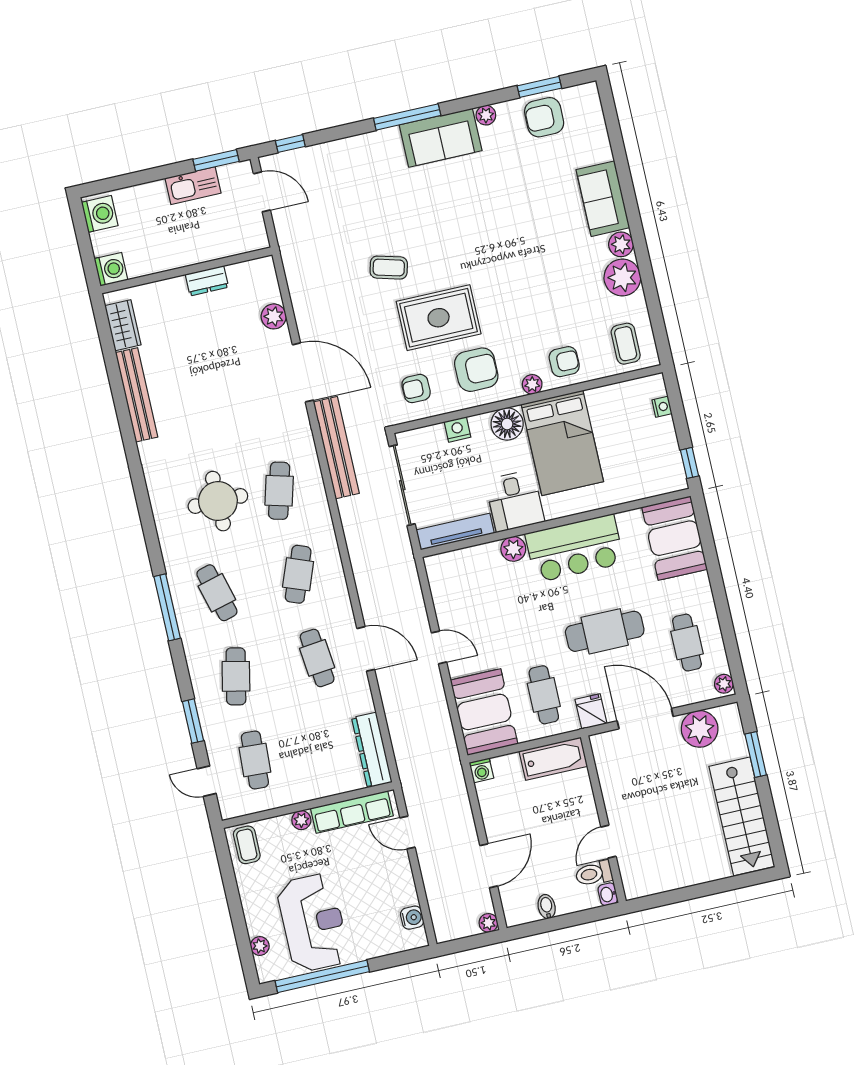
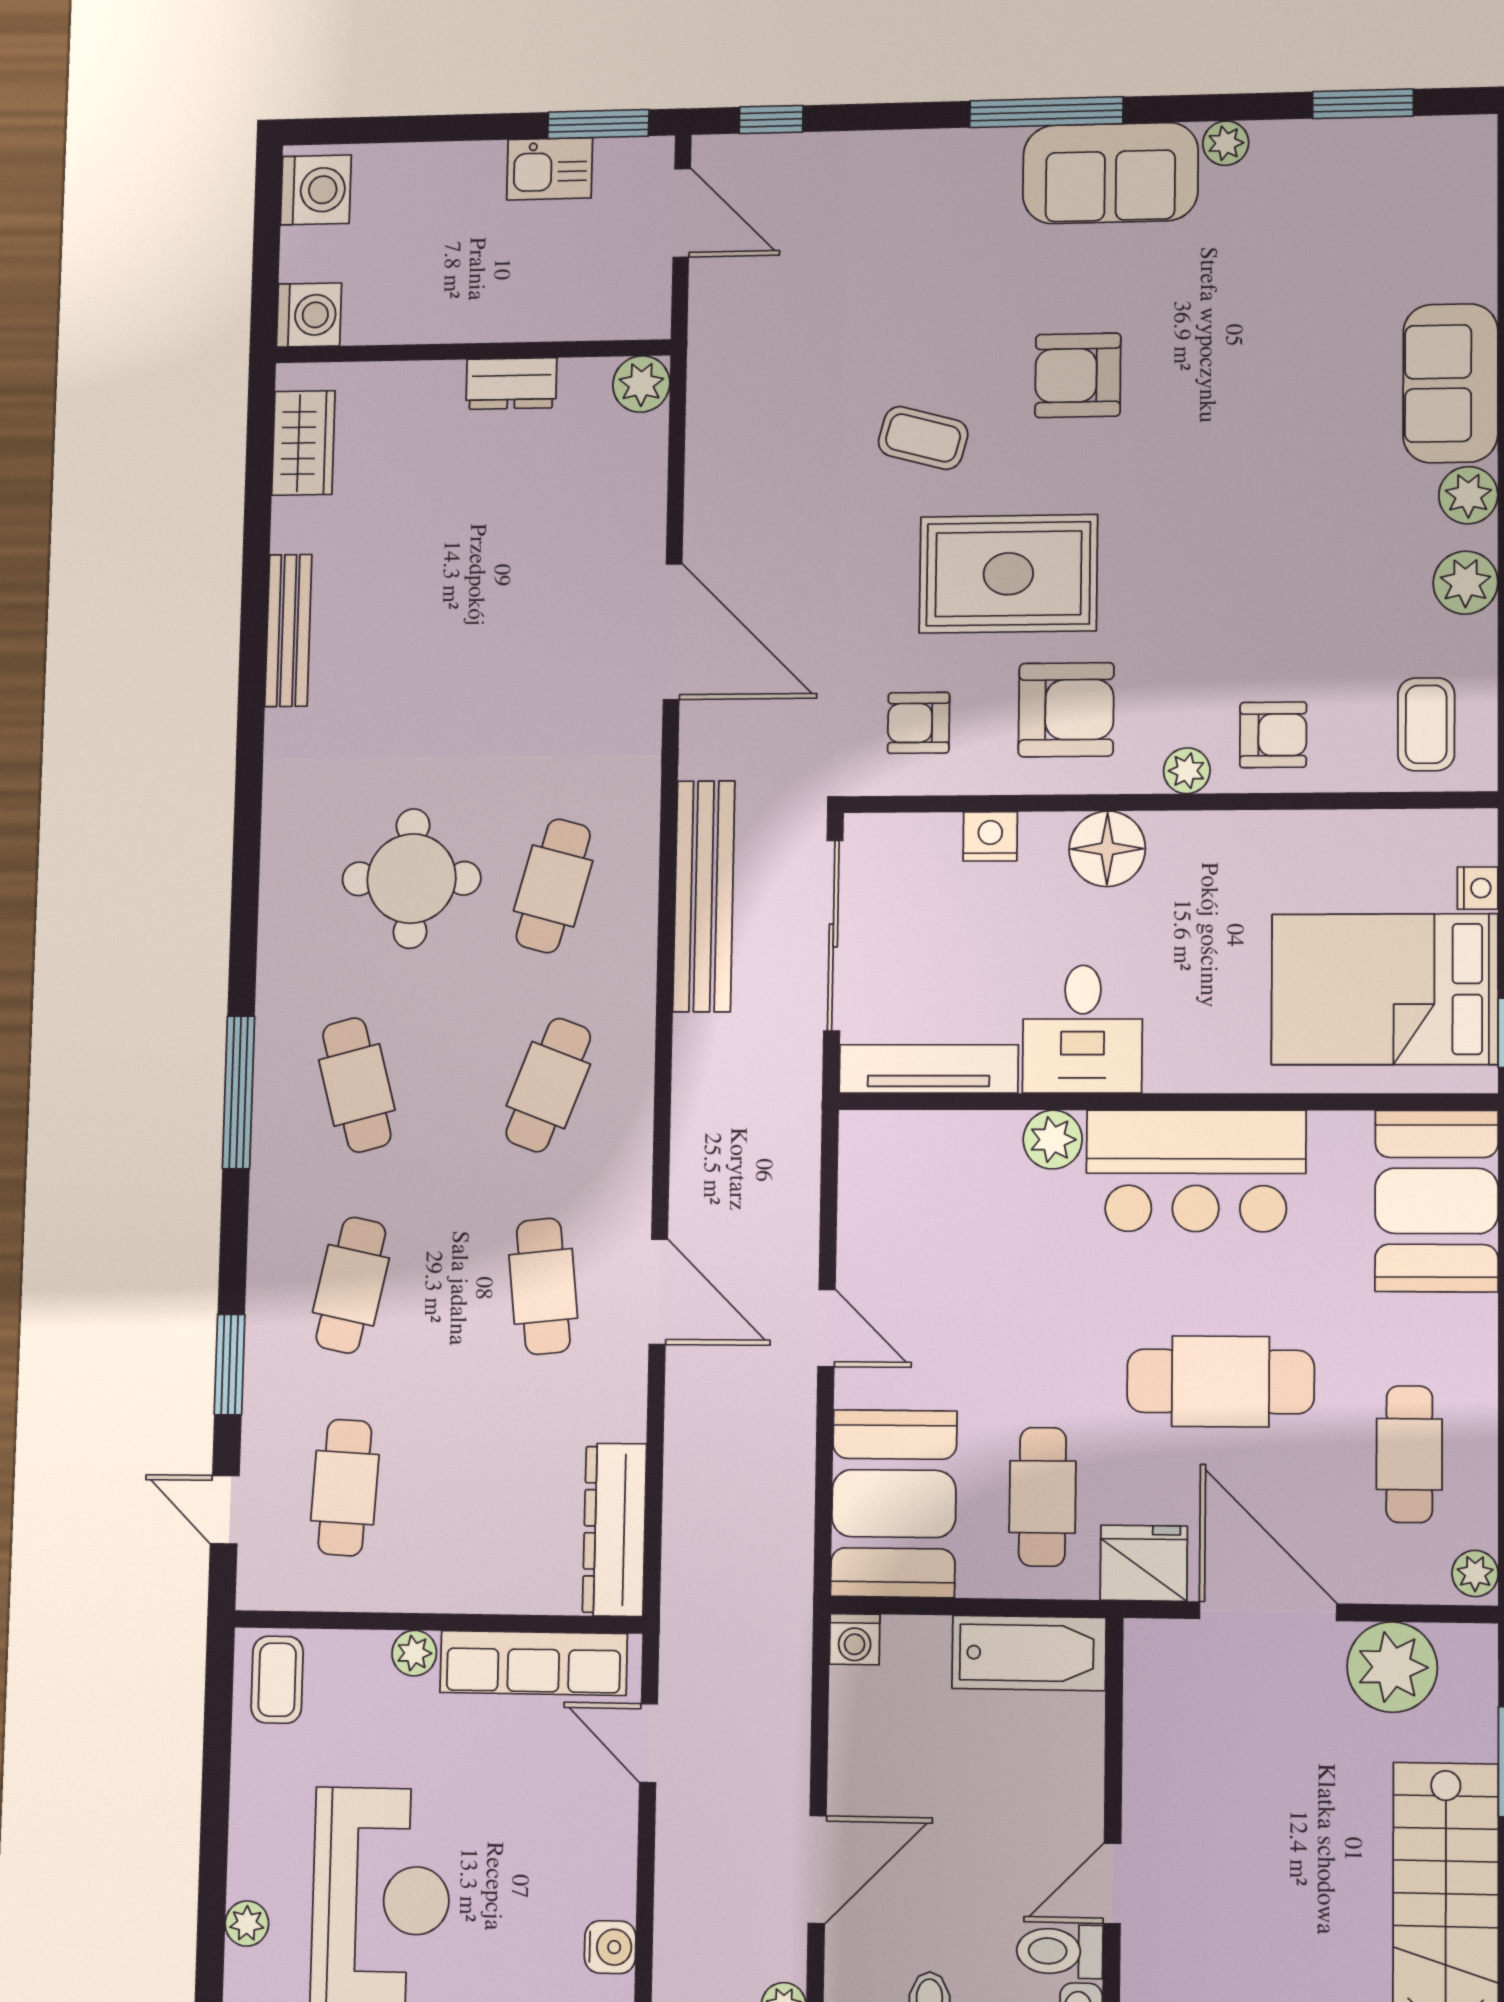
armchair: (544, 117) -> (1078, 375), moved
kitchen sink: (193, 186) -> (550, 169), width x0.73
plant: (622, 278) -> (1465, 583), width x0.73, depth x0.73
plant: (274, 316) -> (641, 384), moved
bench: (137, 395) -> (288, 630), width x0.73, depth x0.82
bed: (562, 443) -> (1385, 989), moved, turned 90
bench: (336, 448) -> (704, 896), moved
fridge: (591, 712) -> (1144, 1563), width x1.38

